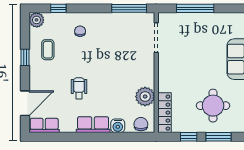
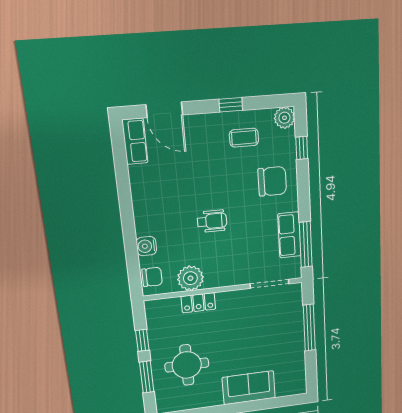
chair: (80, 31) -> (272, 181), width x1.87, depth x1.87
wheelchair: (79, 88) -> (212, 221), moved
locker: (165, 113) -> (198, 303), moved, width x0.66
row of seats: (93, 125) -> (289, 235), moved, turned 180

